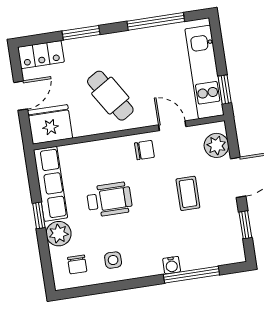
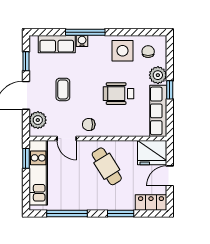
row of seats: (206, 255) -> (57, 44), added
side table: (113, 260) -> (123, 51), width x1.87, depth x1.87
window: (191, 275) -> (85, 32), moved

